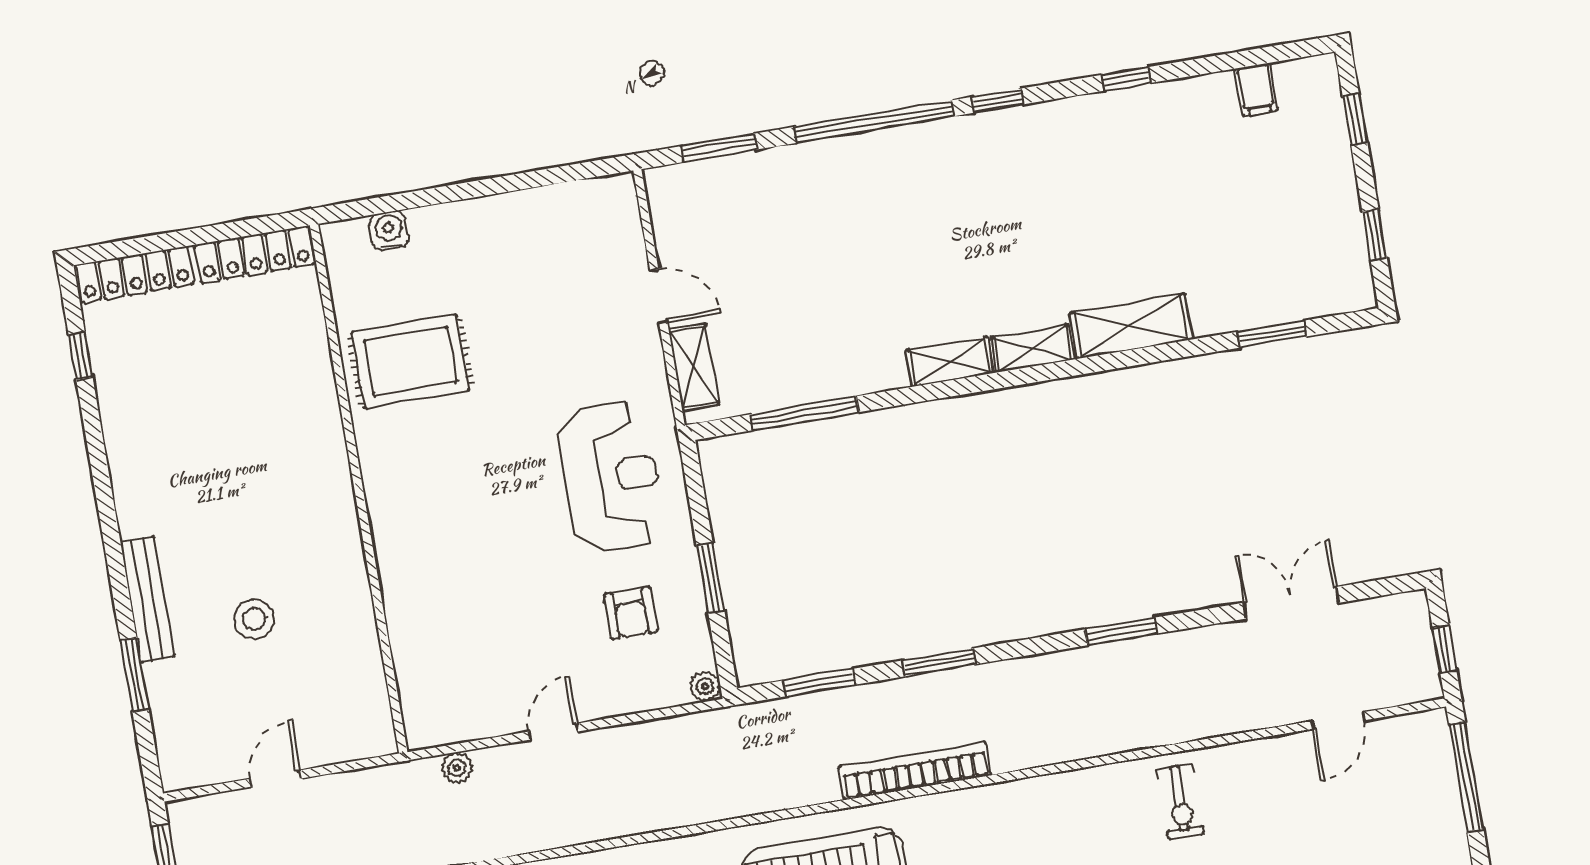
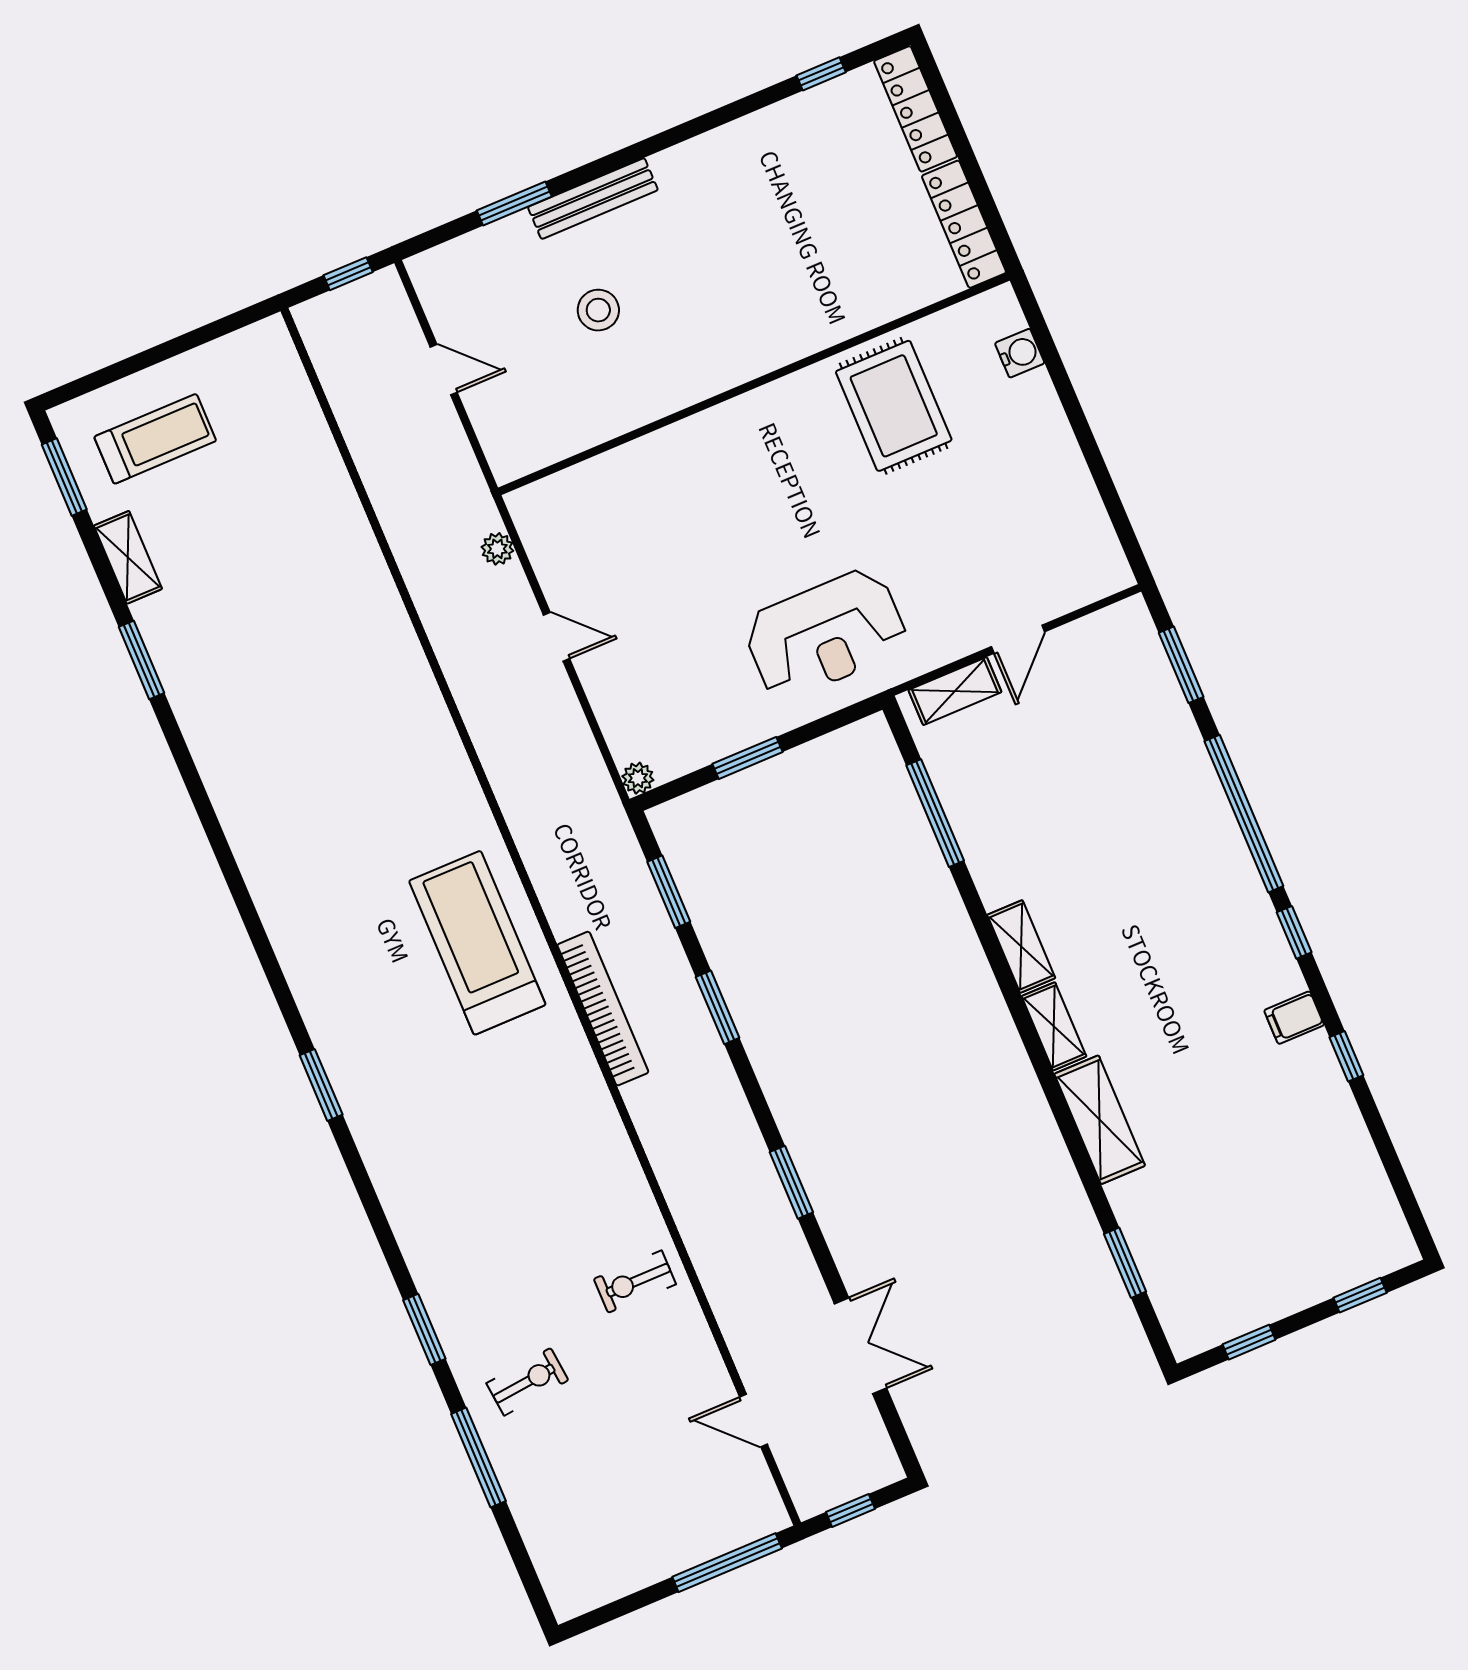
filing cabinet: (1256, 90) -> (1294, 1018), moved
armchair: (631, 613) -> (694, 686), removed

